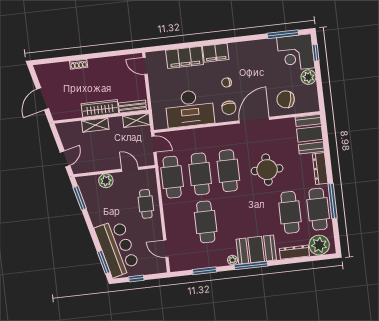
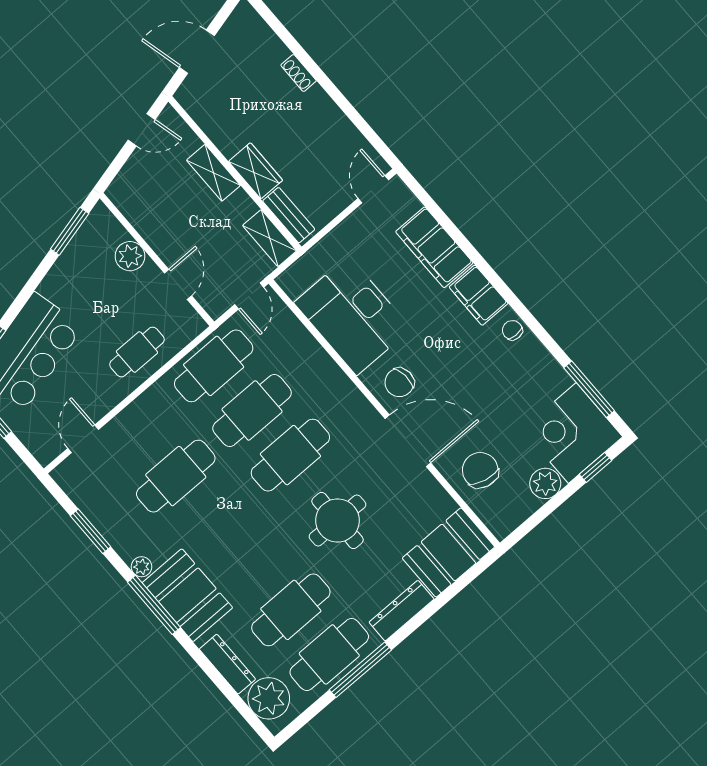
chair: (227, 82) -> (512, 330), moved
wardrobe: (100, 108) -> (256, 171), width x0.67
door: (65, 159) -> (142, 130), moved

